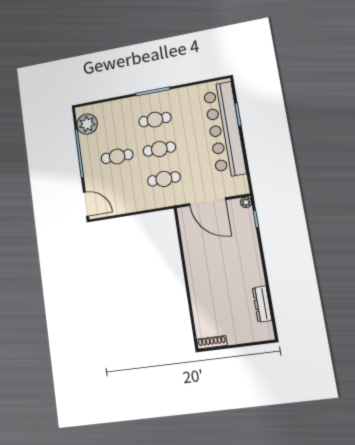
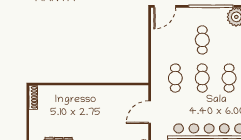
door: (208, 202) -> (150, 112), width x0.73

